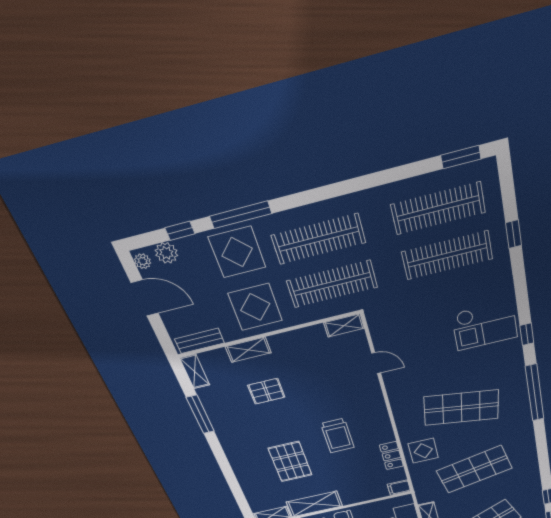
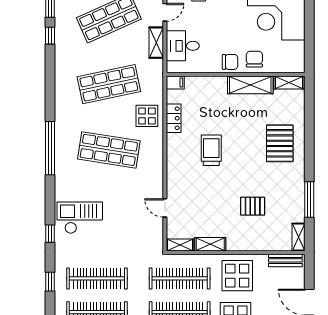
window: (527, 334) -> (50, 234), moved
shelving: (248, 350) -> (210, 244), moved
pallet: (290, 462) -> (280, 143), moved

